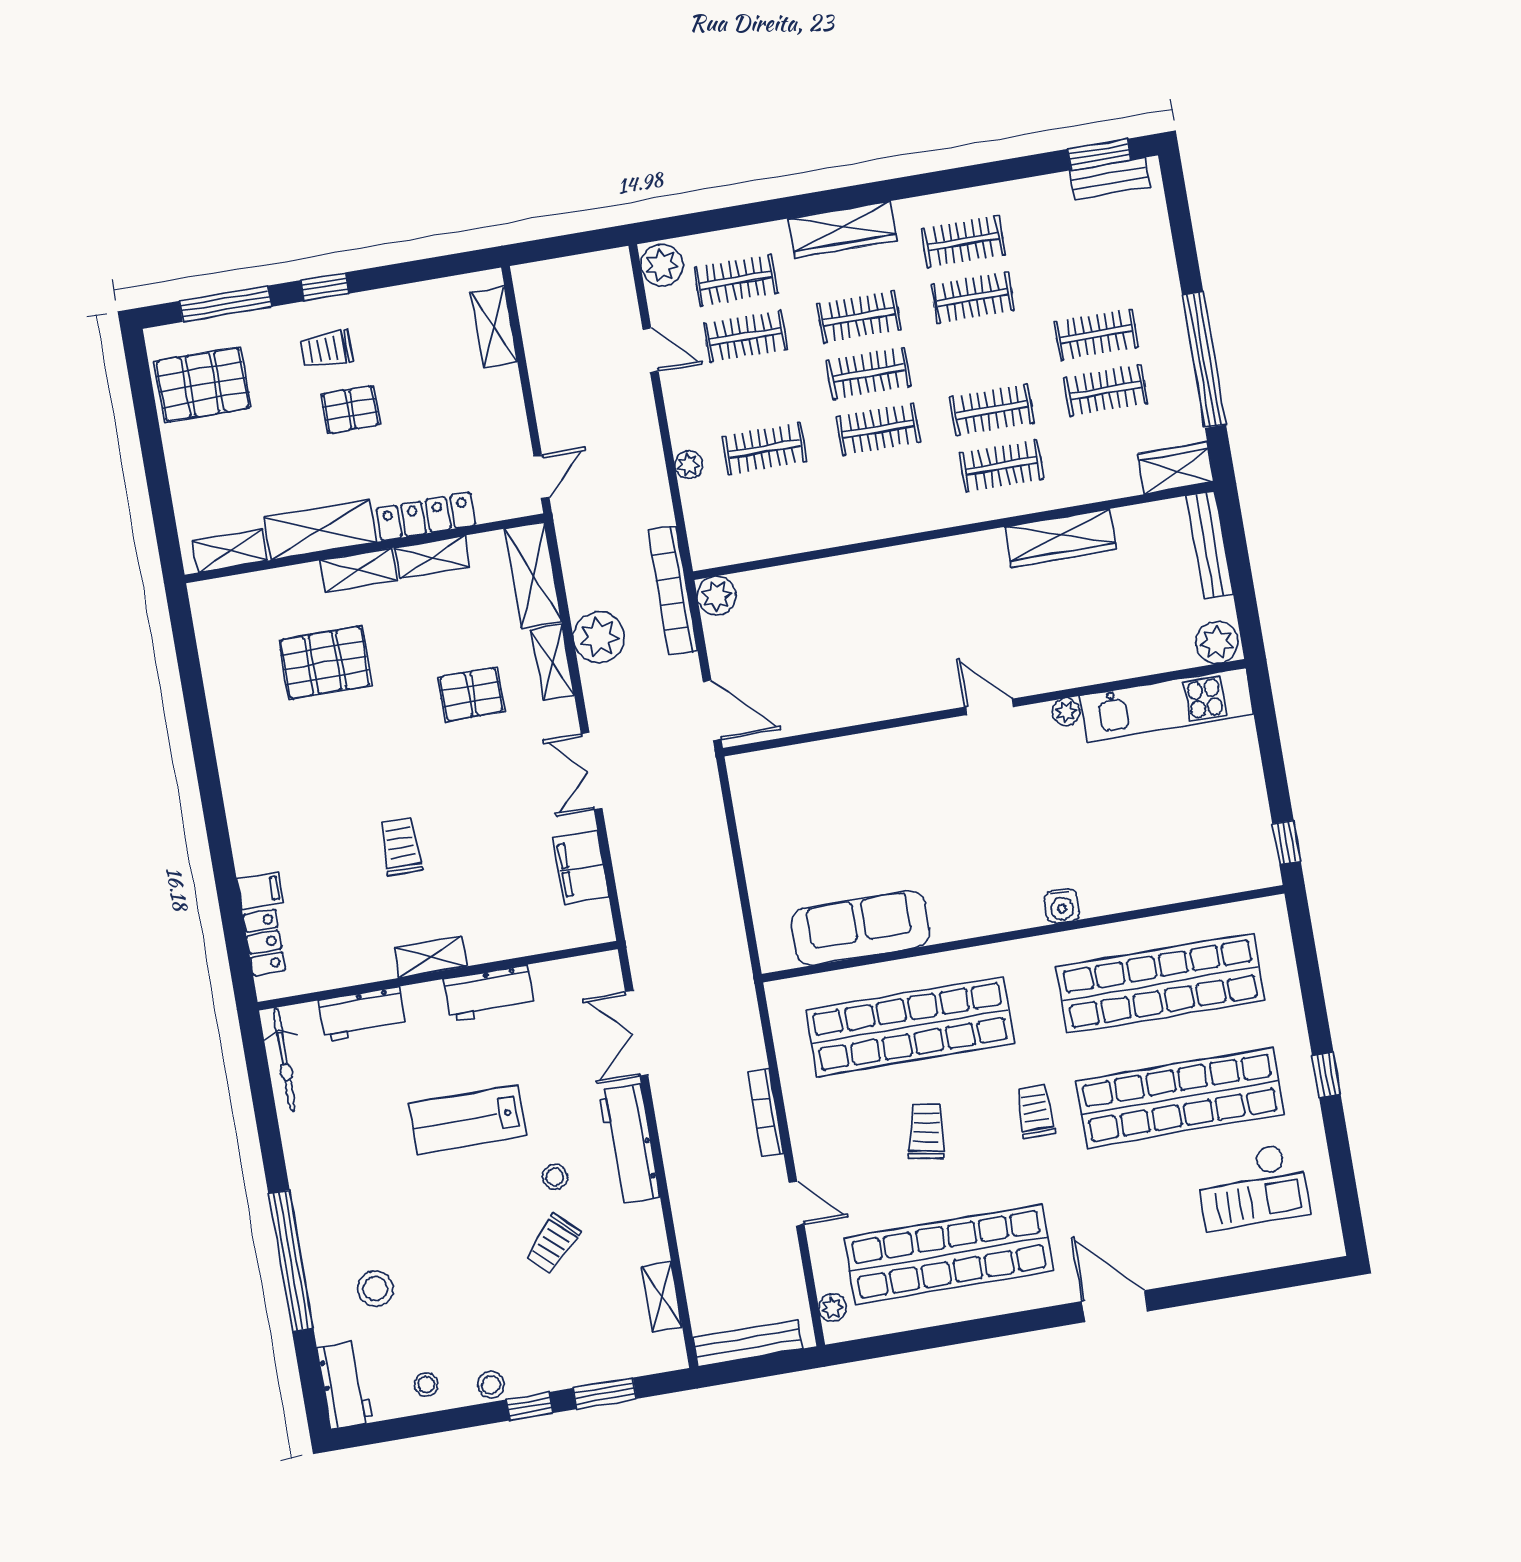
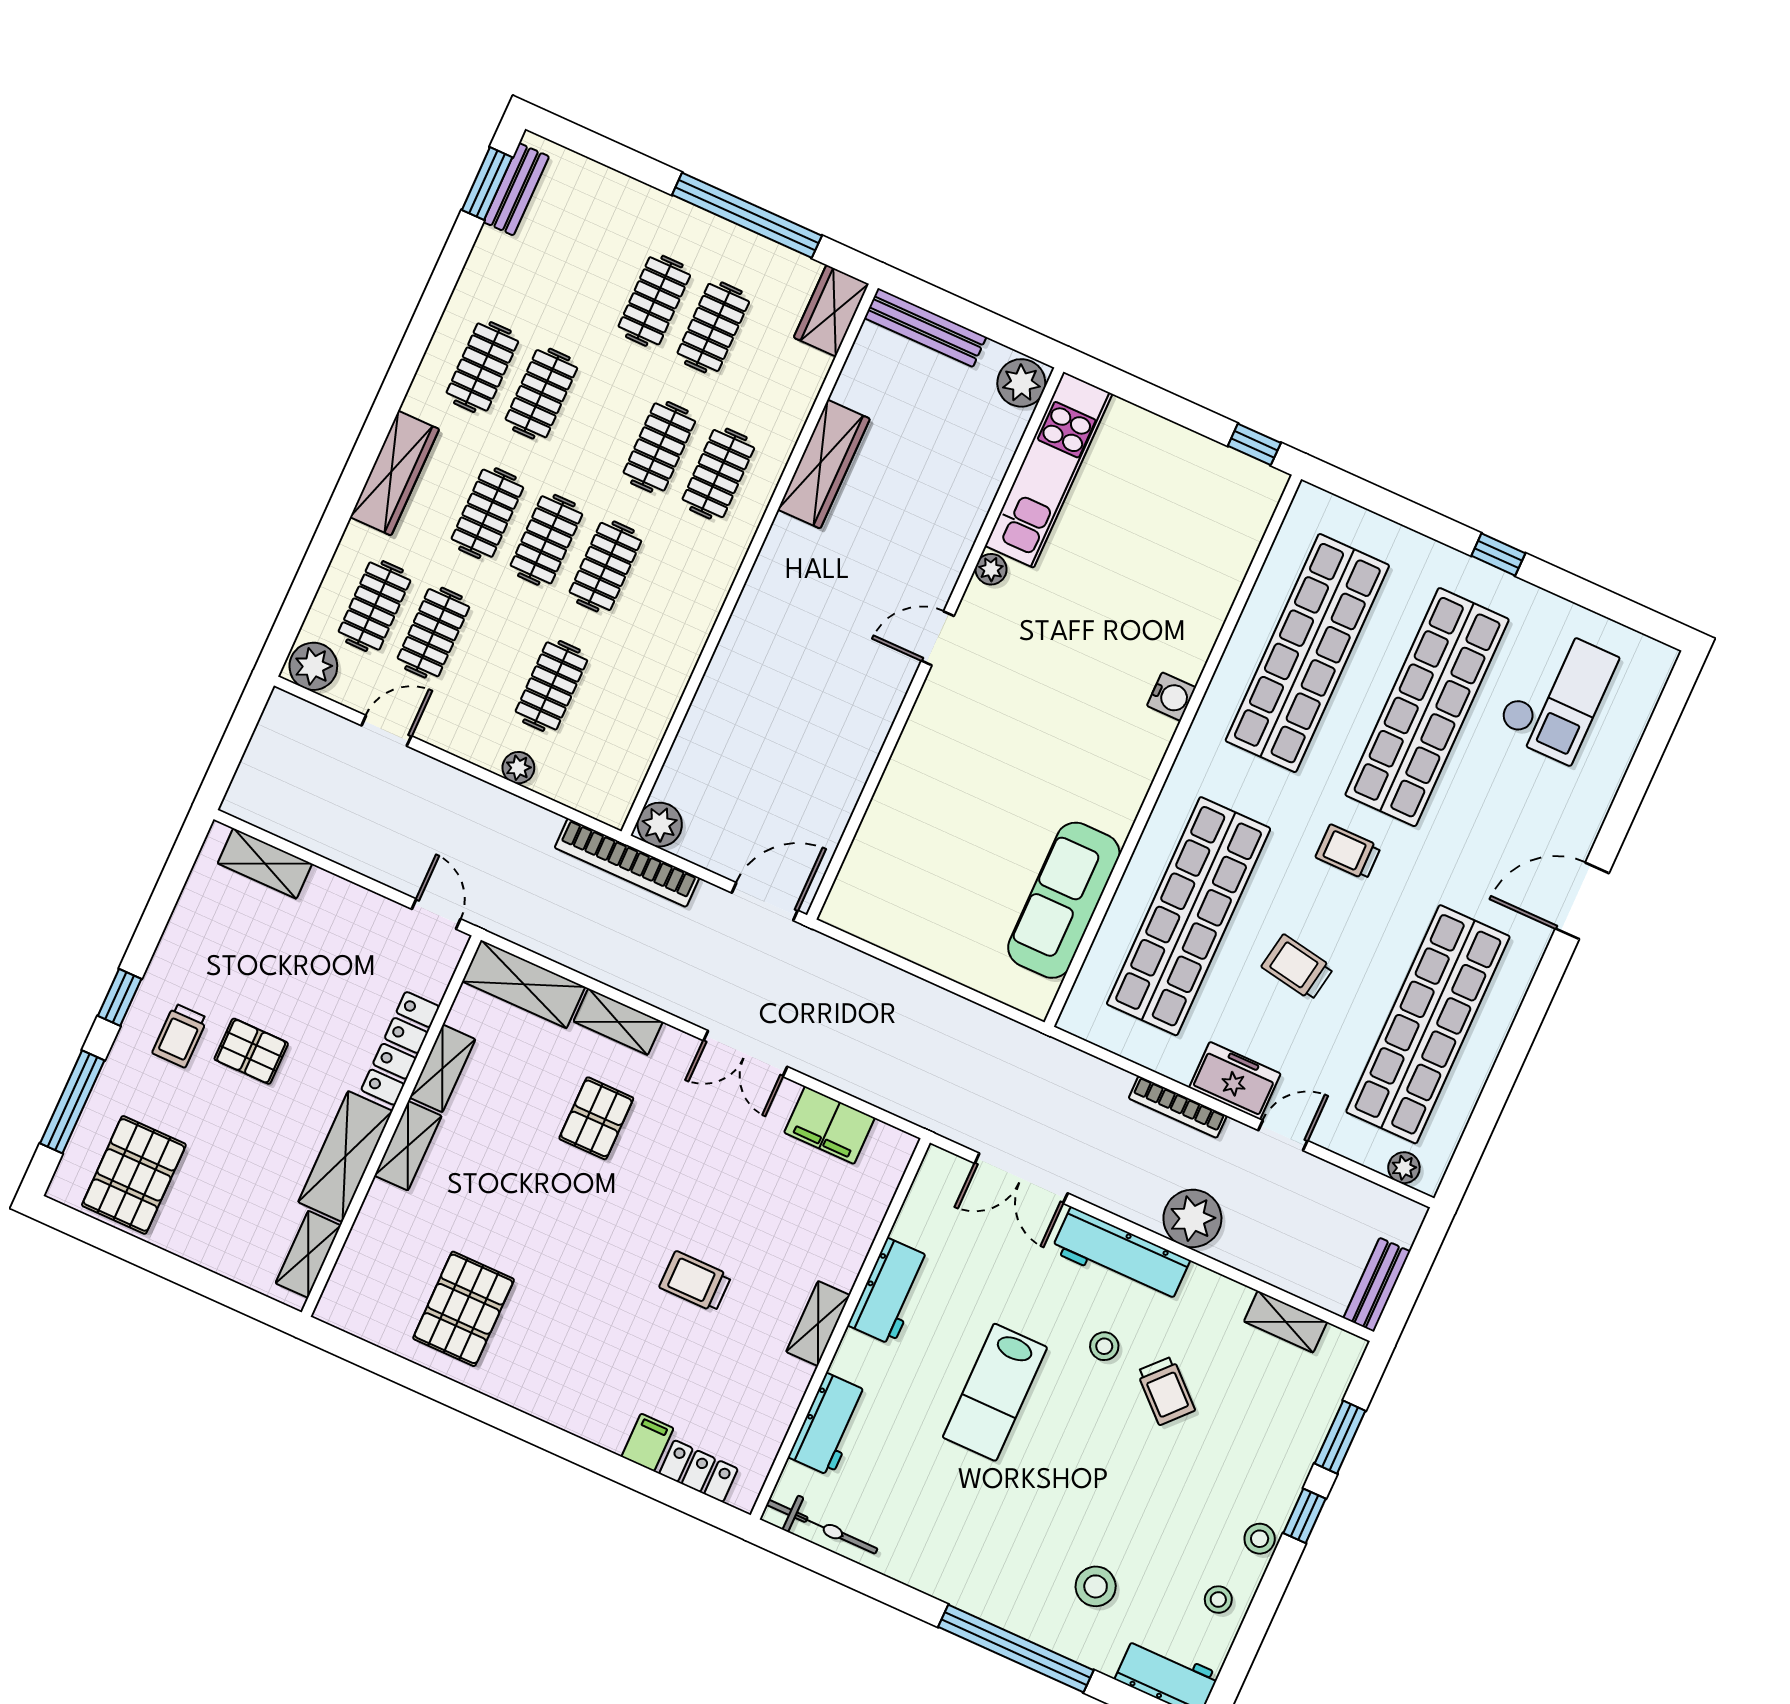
pallet: (350, 409) -> (251, 1051), turned 90
plant: (599, 637) -> (1192, 1218), moved
pallet: (325, 663) -> (464, 1309), moved
freezer: (813, 1141) -> (1235, 1081), added
bench: (748, 1343) -> (1377, 1285), width x0.73

